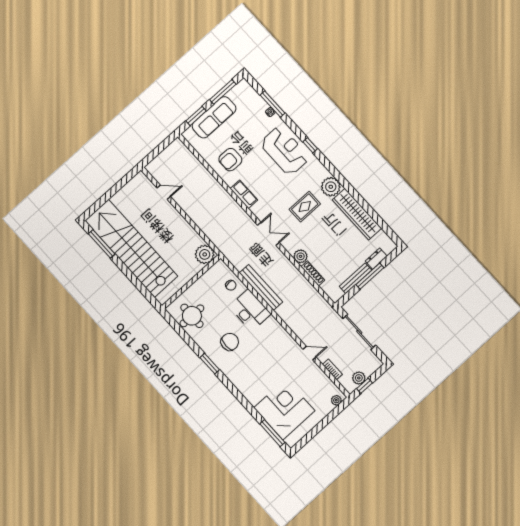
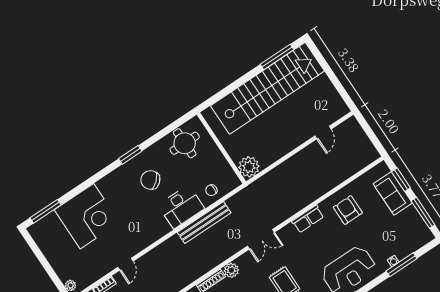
sofa: (214, 117) -> (393, 193), width x0.73
chair: (230, 342) -> (150, 180), turned 139
corner desk: (284, 409) -> (87, 216), moved

